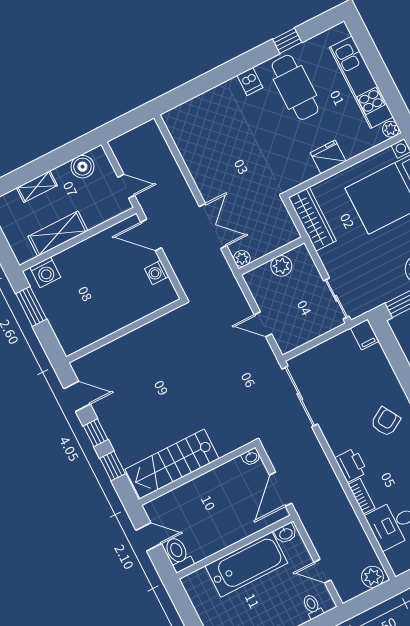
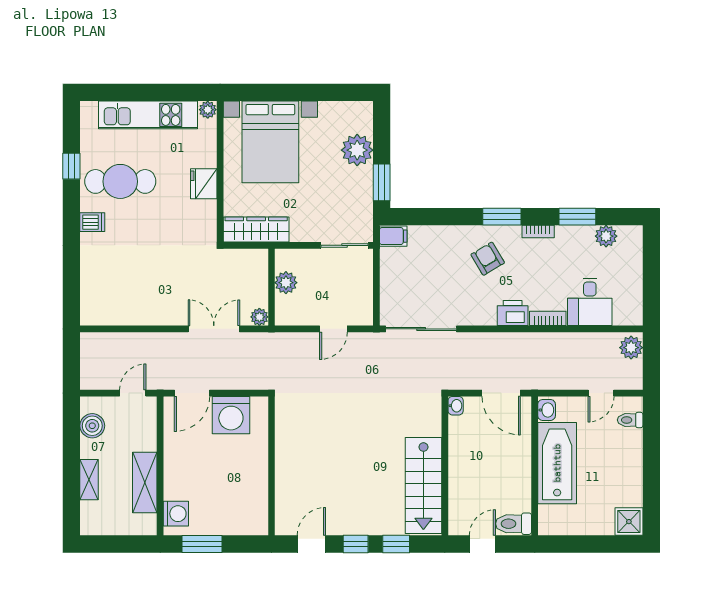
washing machine: (157, 273) -> (231, 415), width x1.89, depth x1.89

